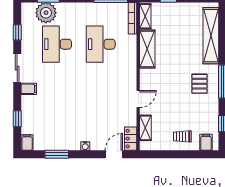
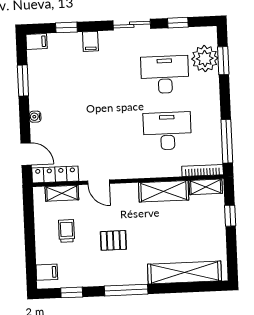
pallet: (199, 84) -> (113, 240), moved
filing cabinet: (29, 89) -> (90, 41), moved
trolley: (182, 136) -> (67, 231), moved
locker: (131, 139) -> (55, 174), width x1.53

